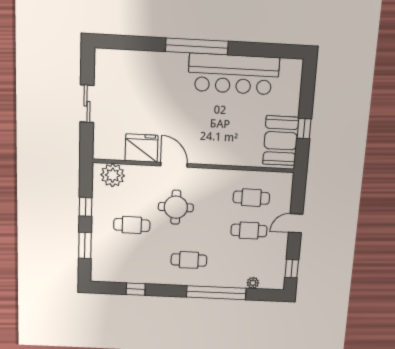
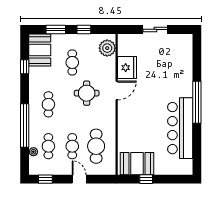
cafe table: (251, 198) -> (96, 146), width x1.37, depth x1.35
cafe table: (247, 263) -> (48, 146), added
booth: (113, 268) -> (40, 50), added

